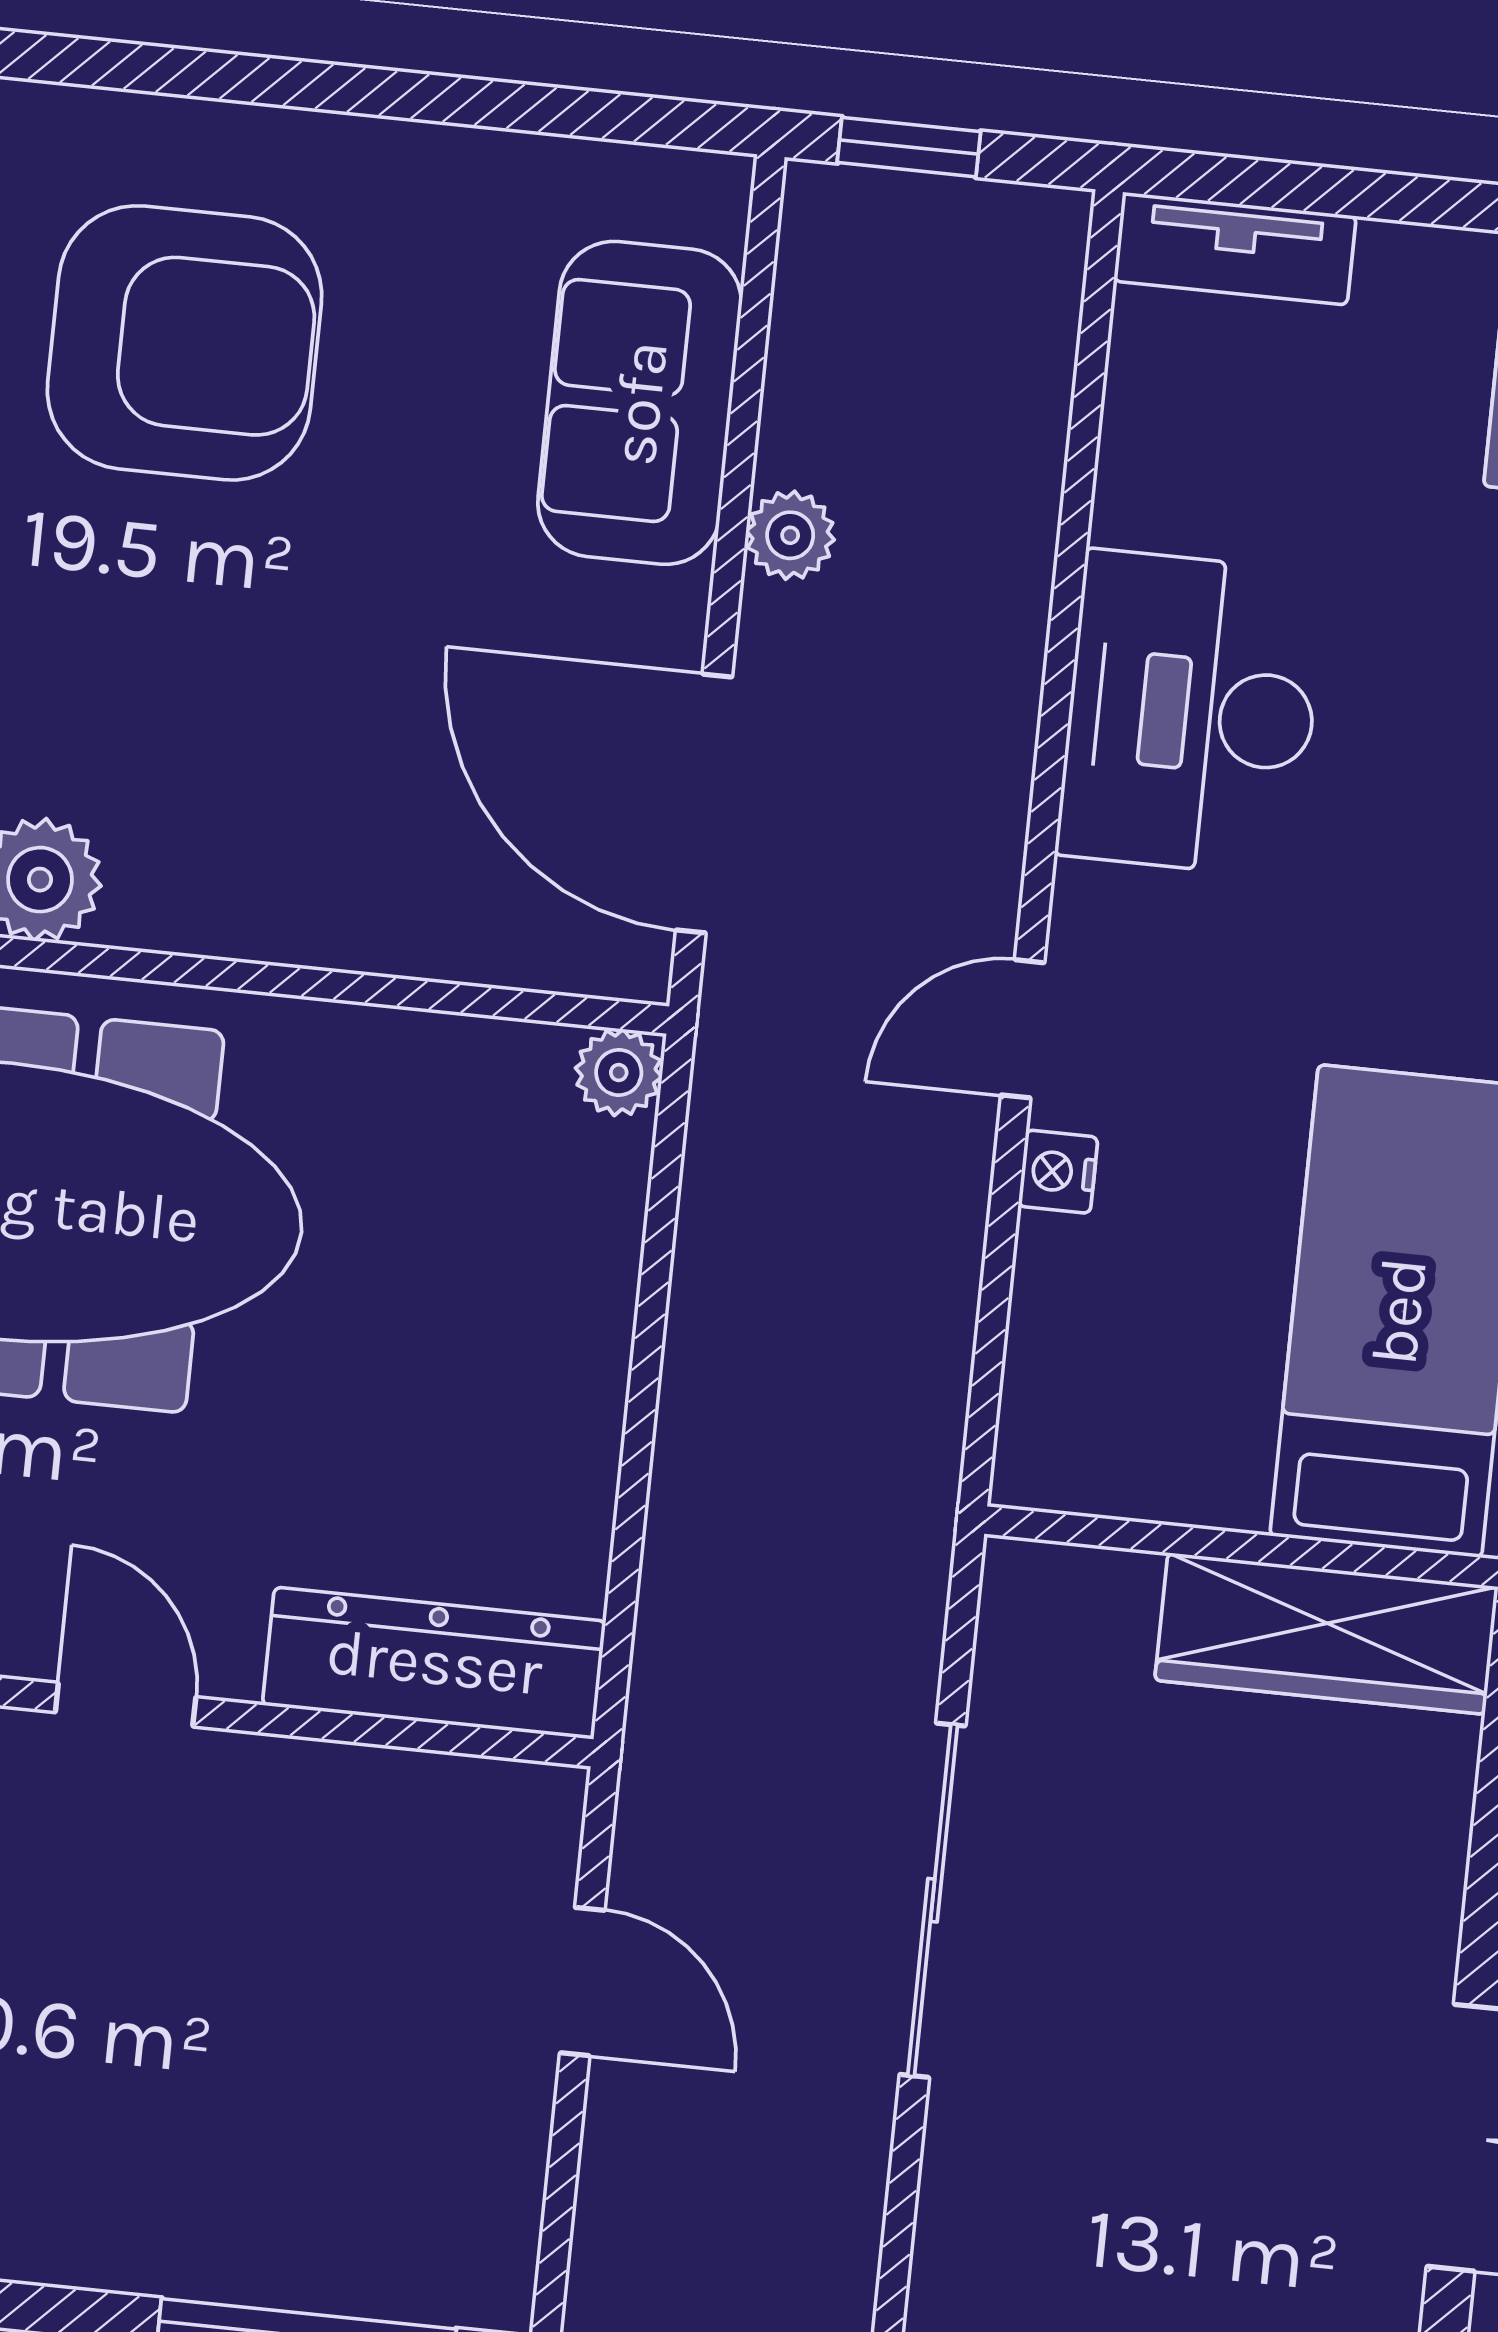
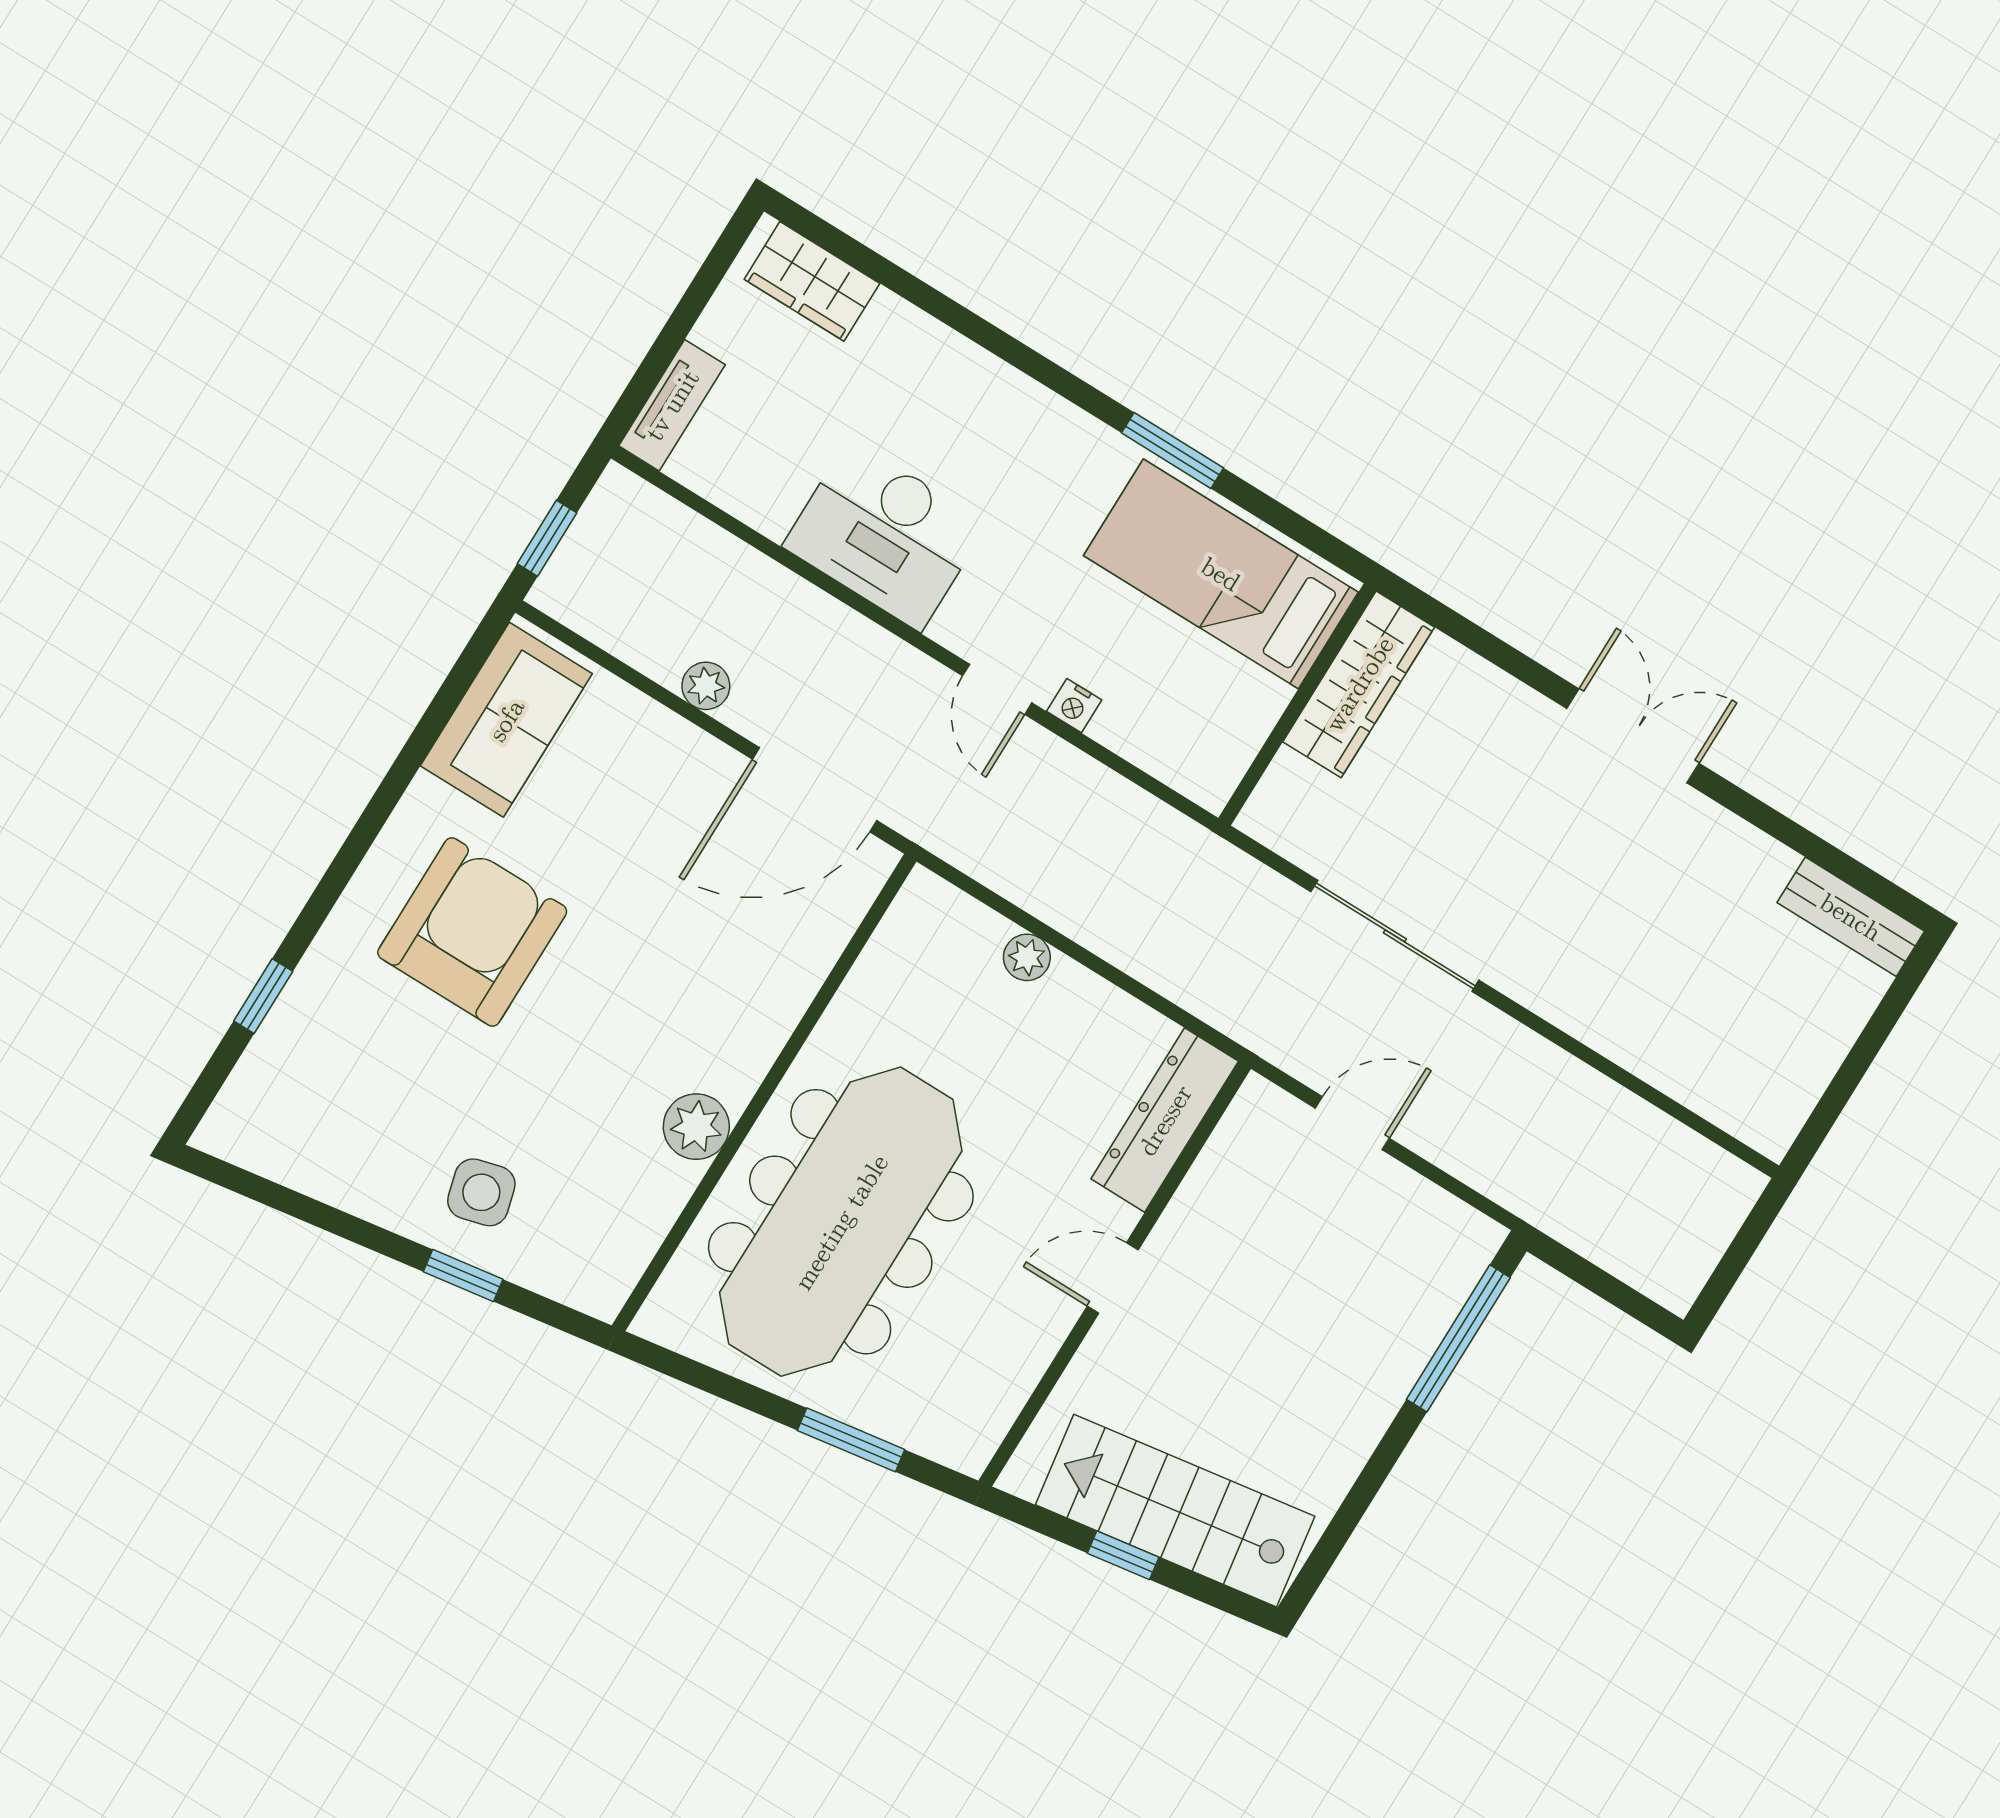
sofa: (640, 403) -> (506, 720), moved, turned -90
plant: (619, 1072) -> (1027, 957), moved

